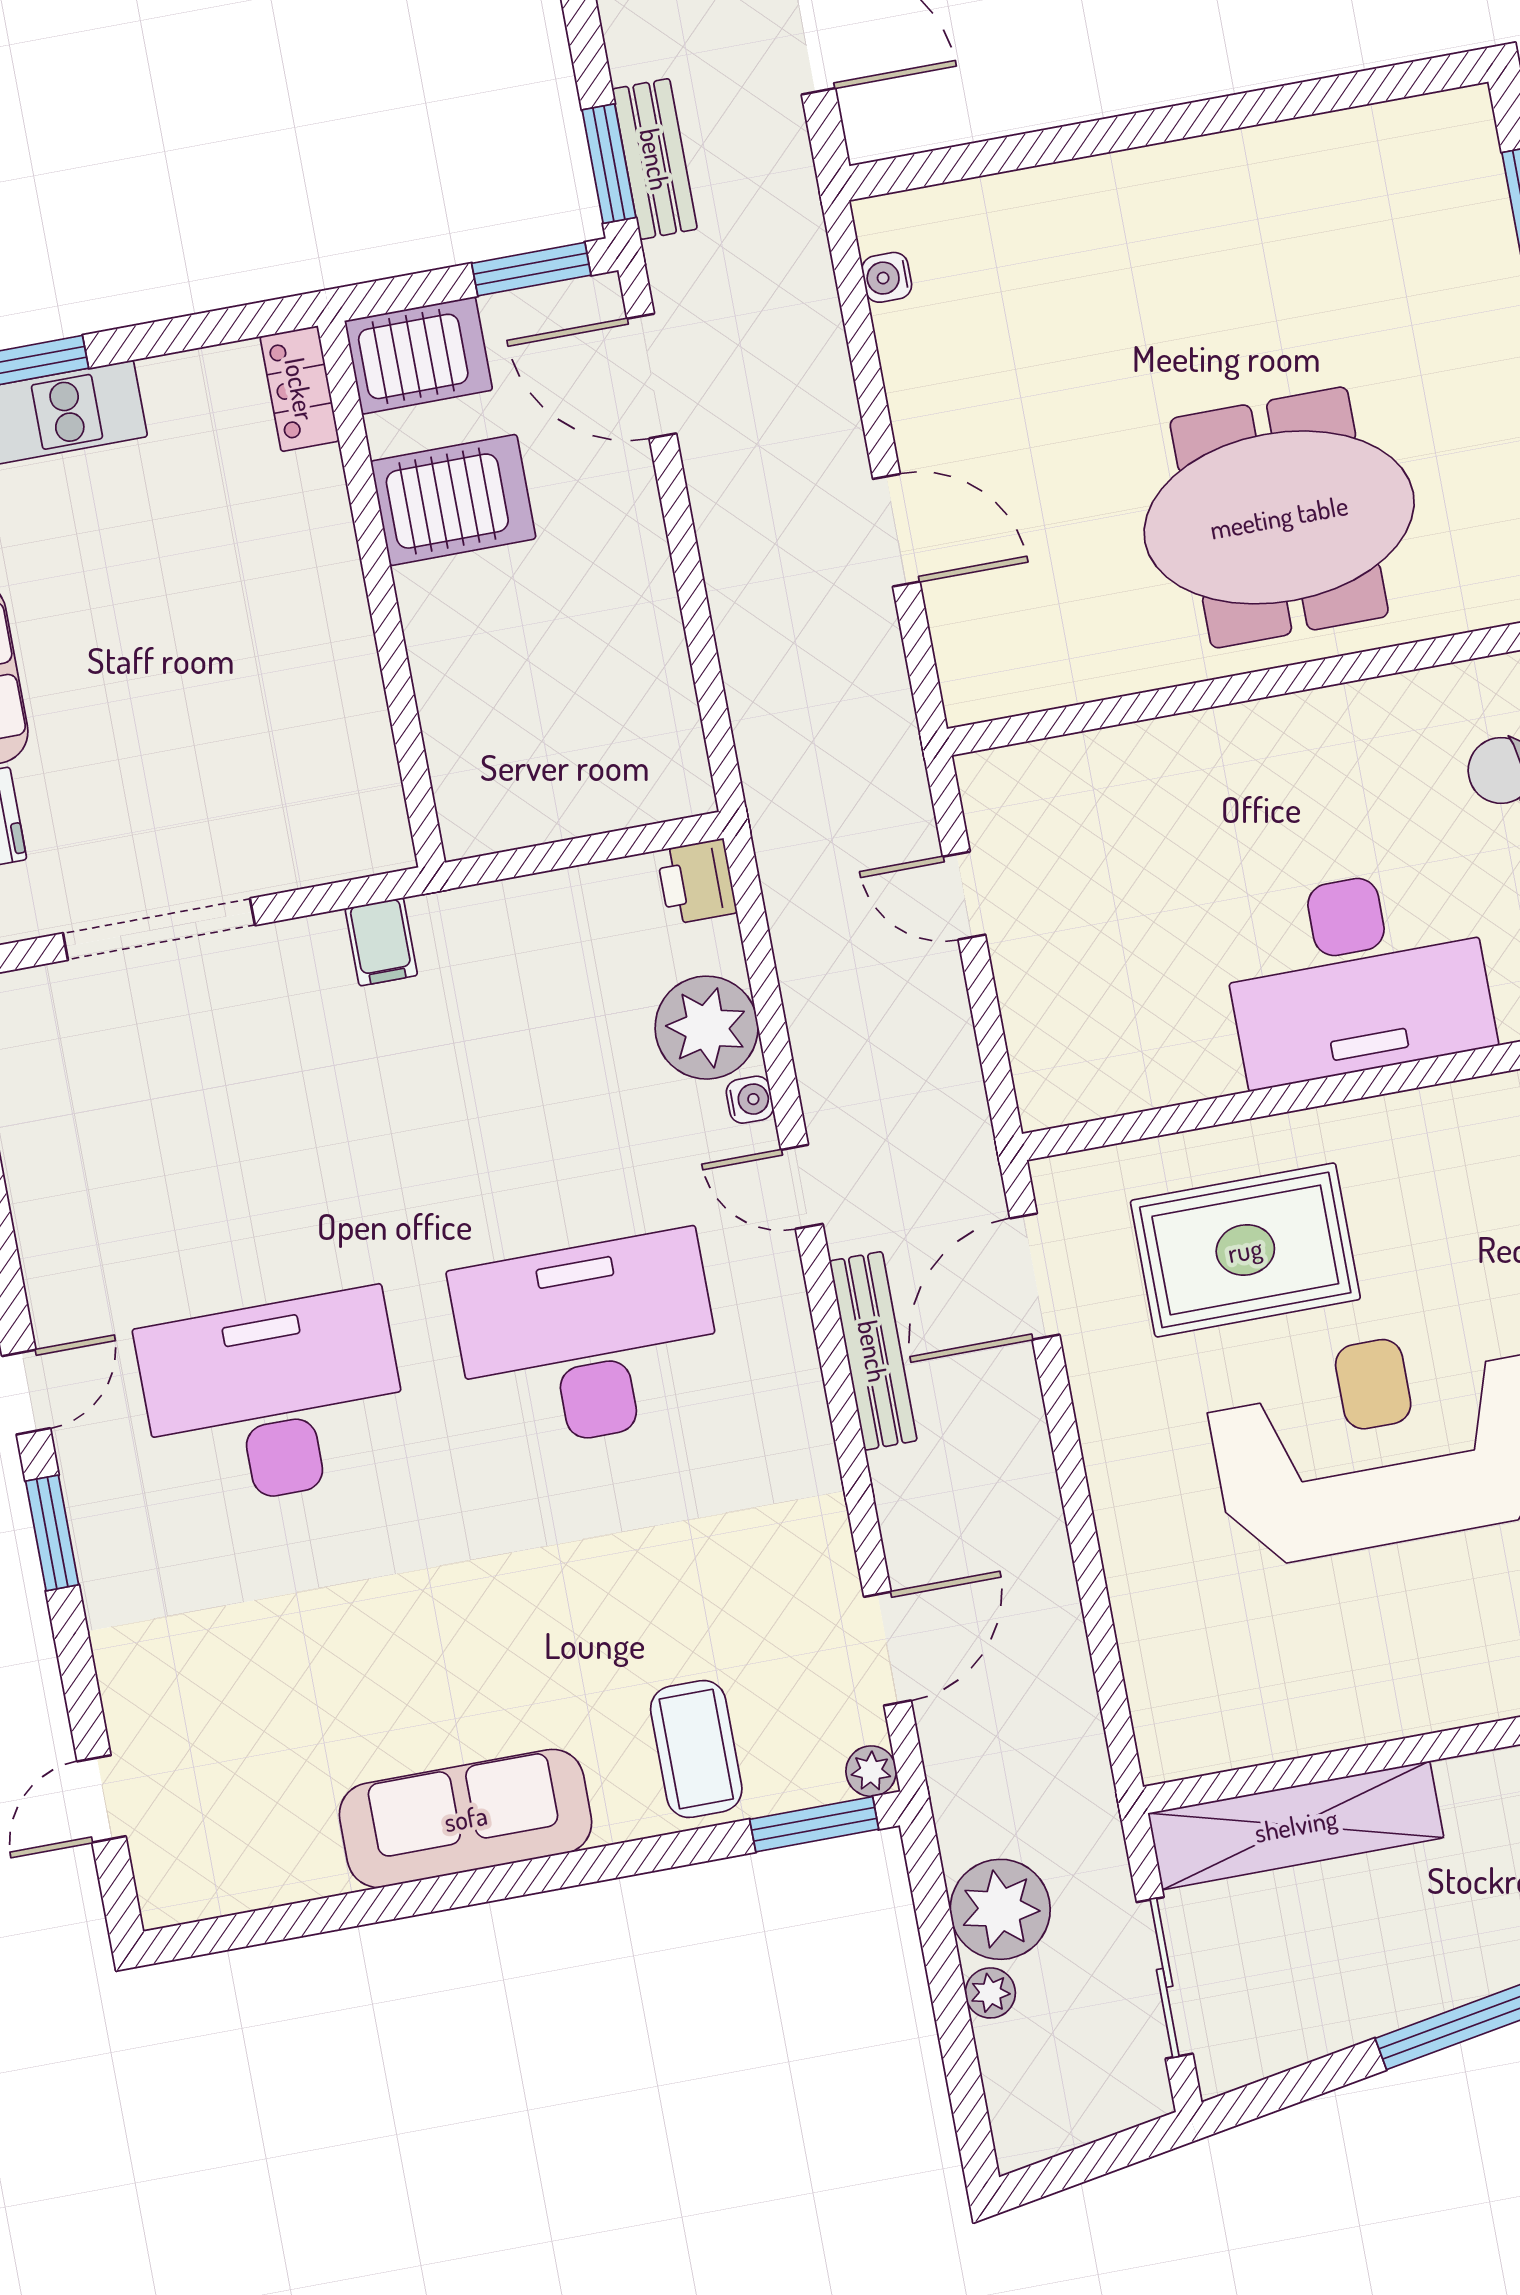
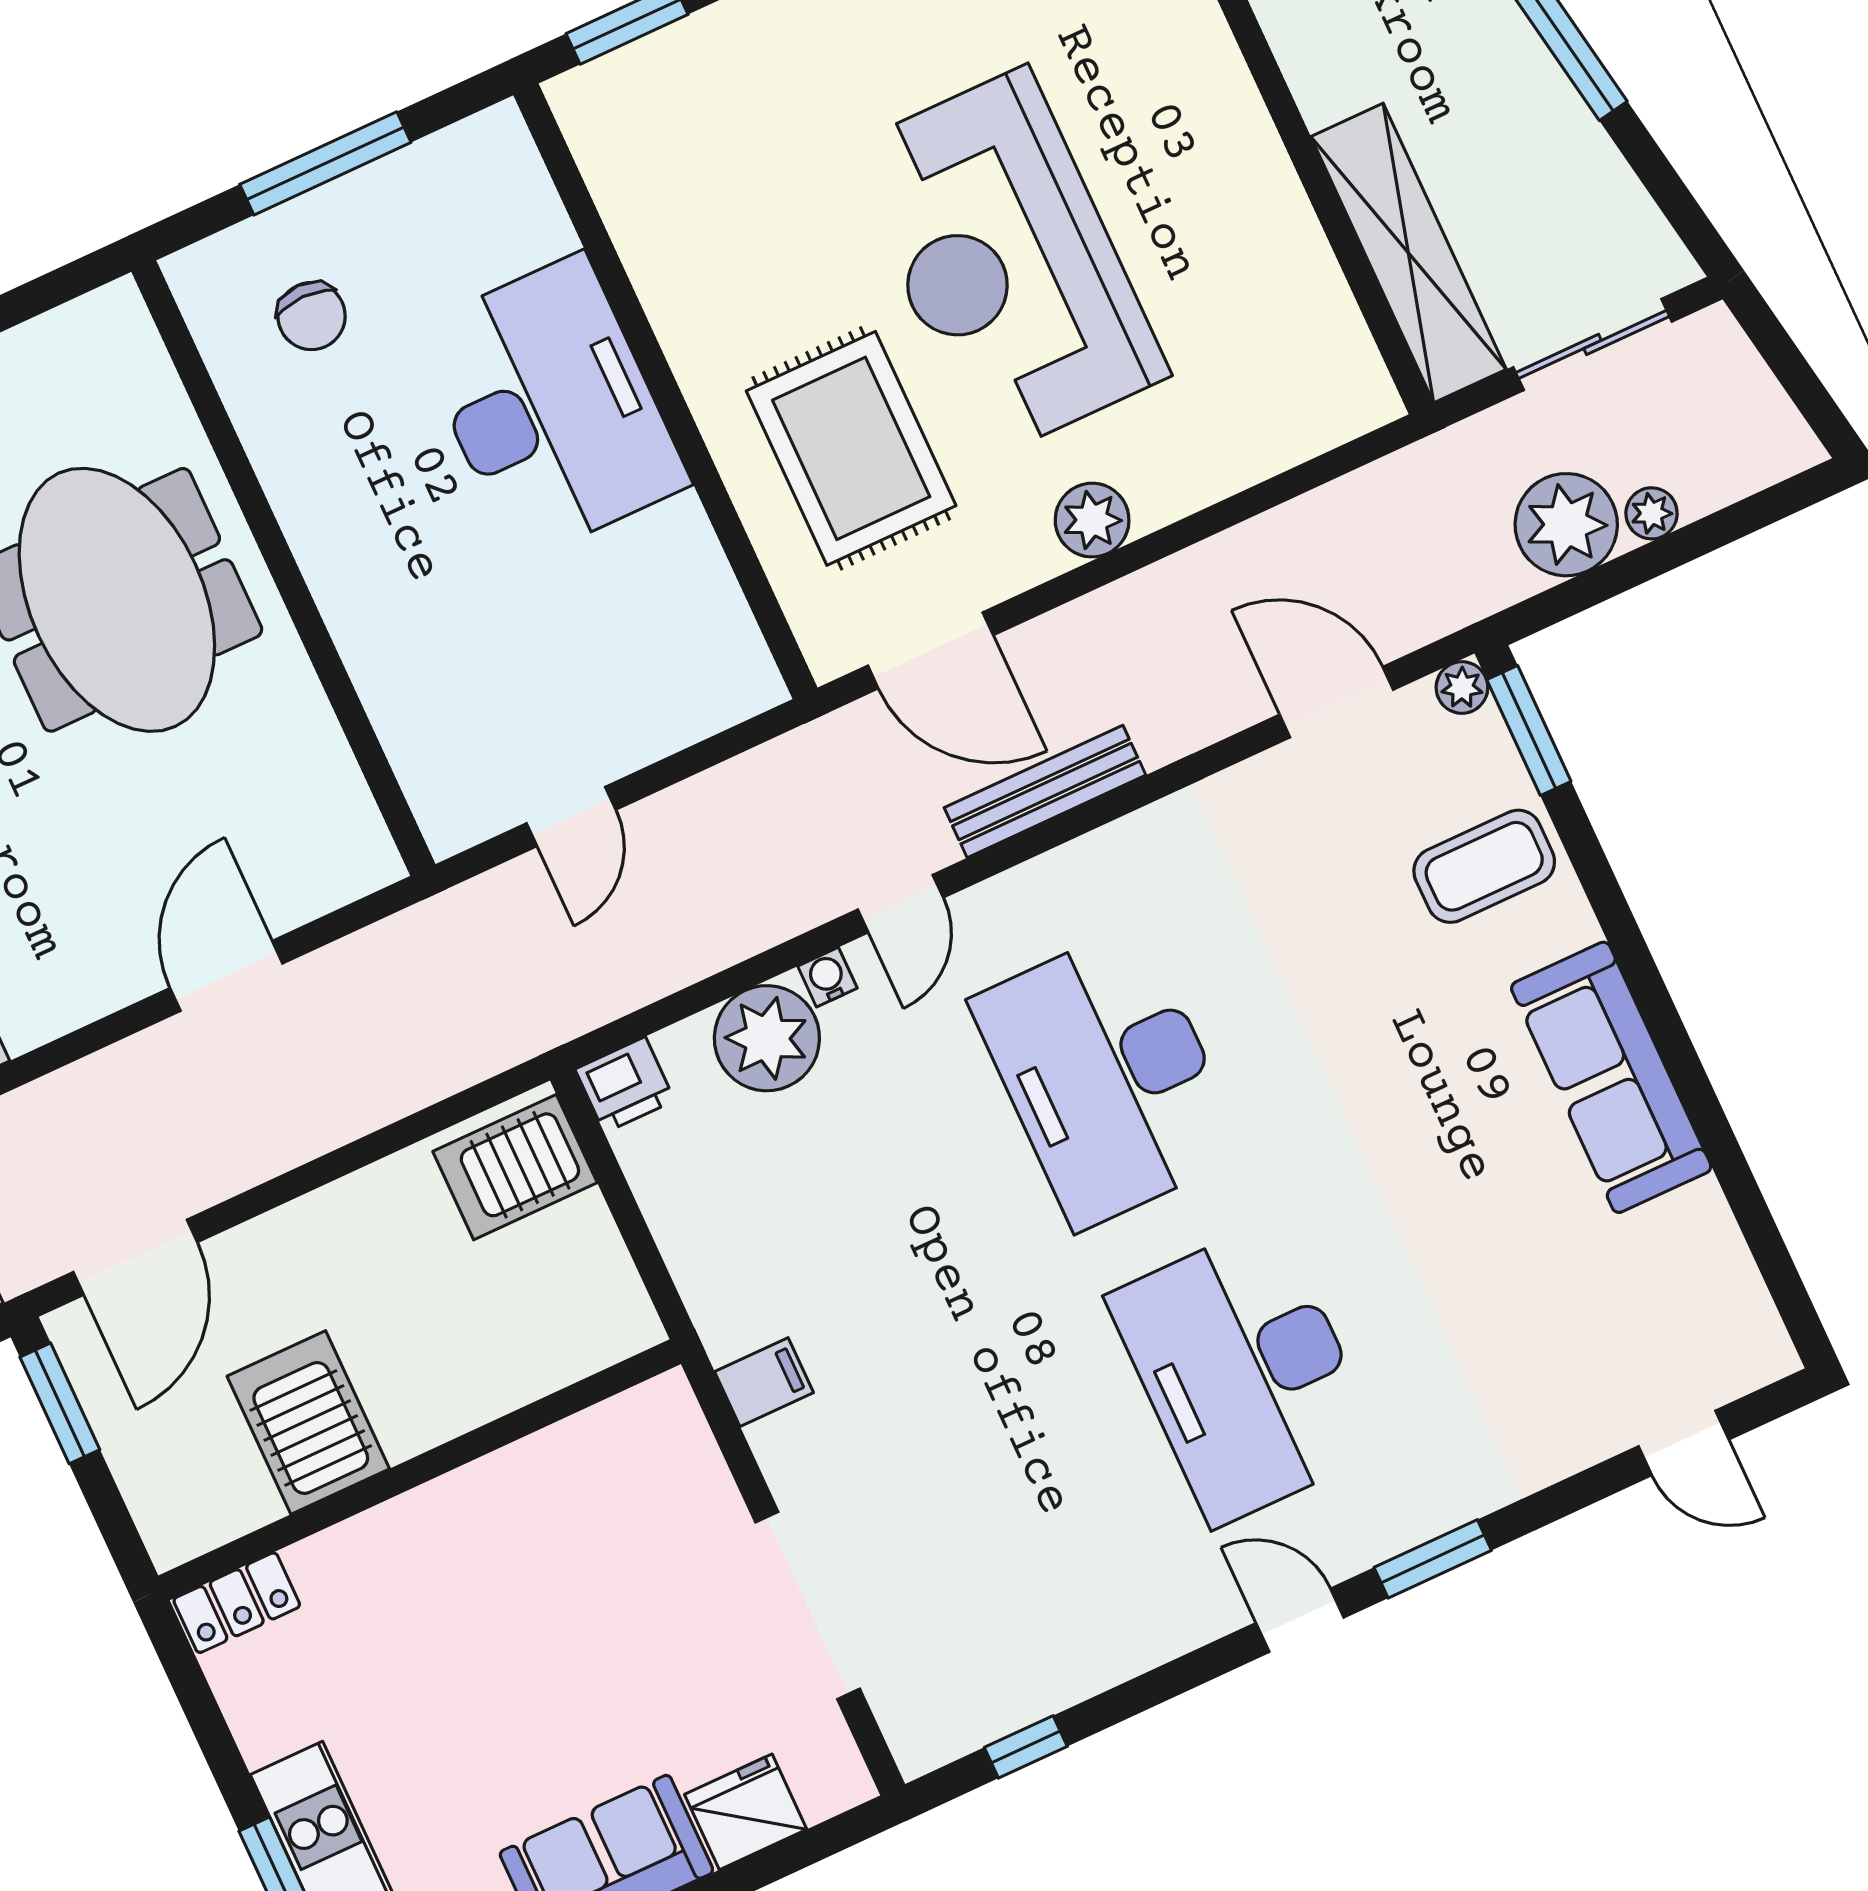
server rack: (418, 355) -> (515, 1167), moved, turned -90
plant: (1119, 1461) -> (1092, 520), added

